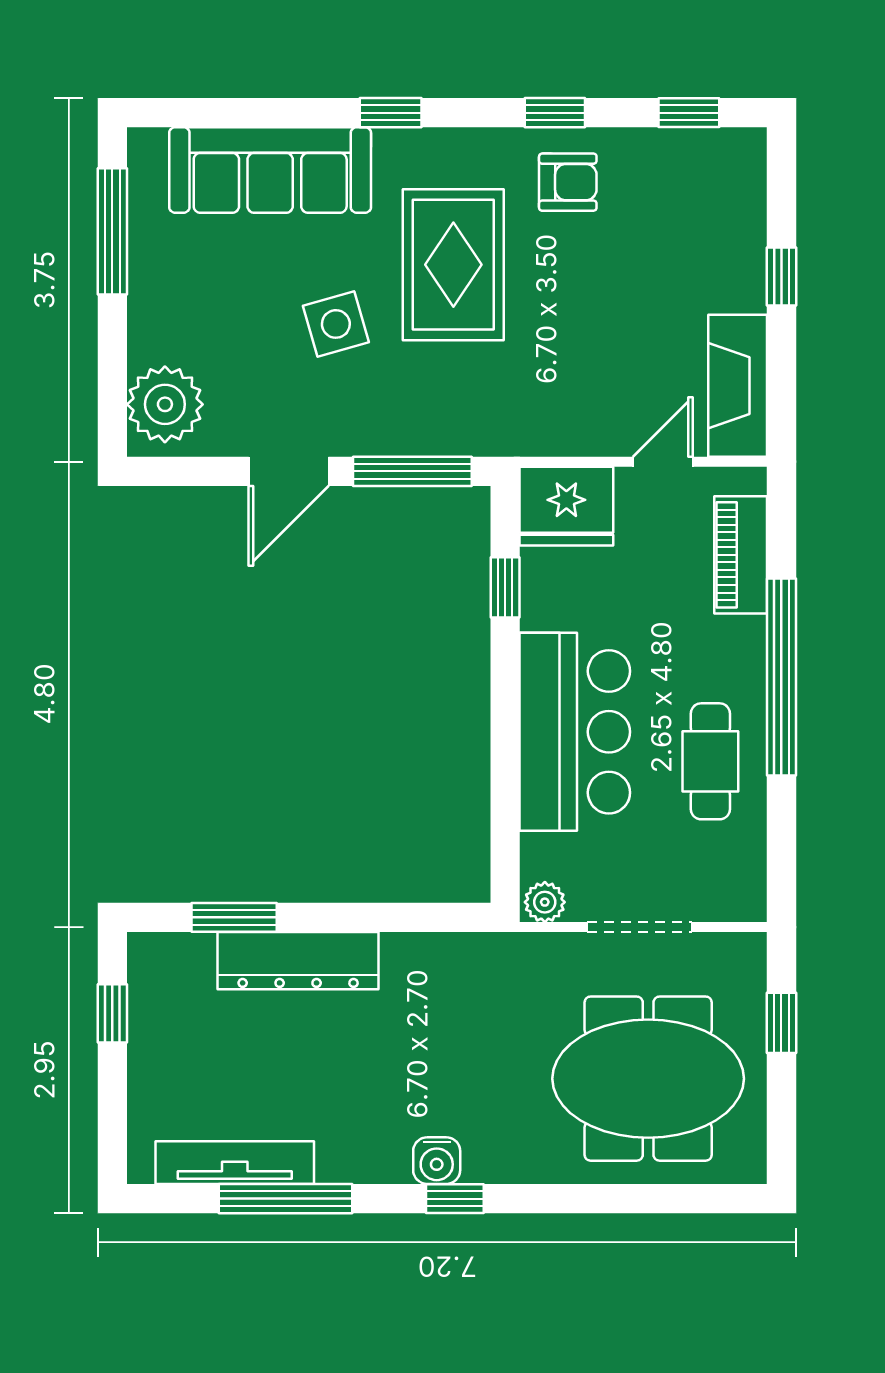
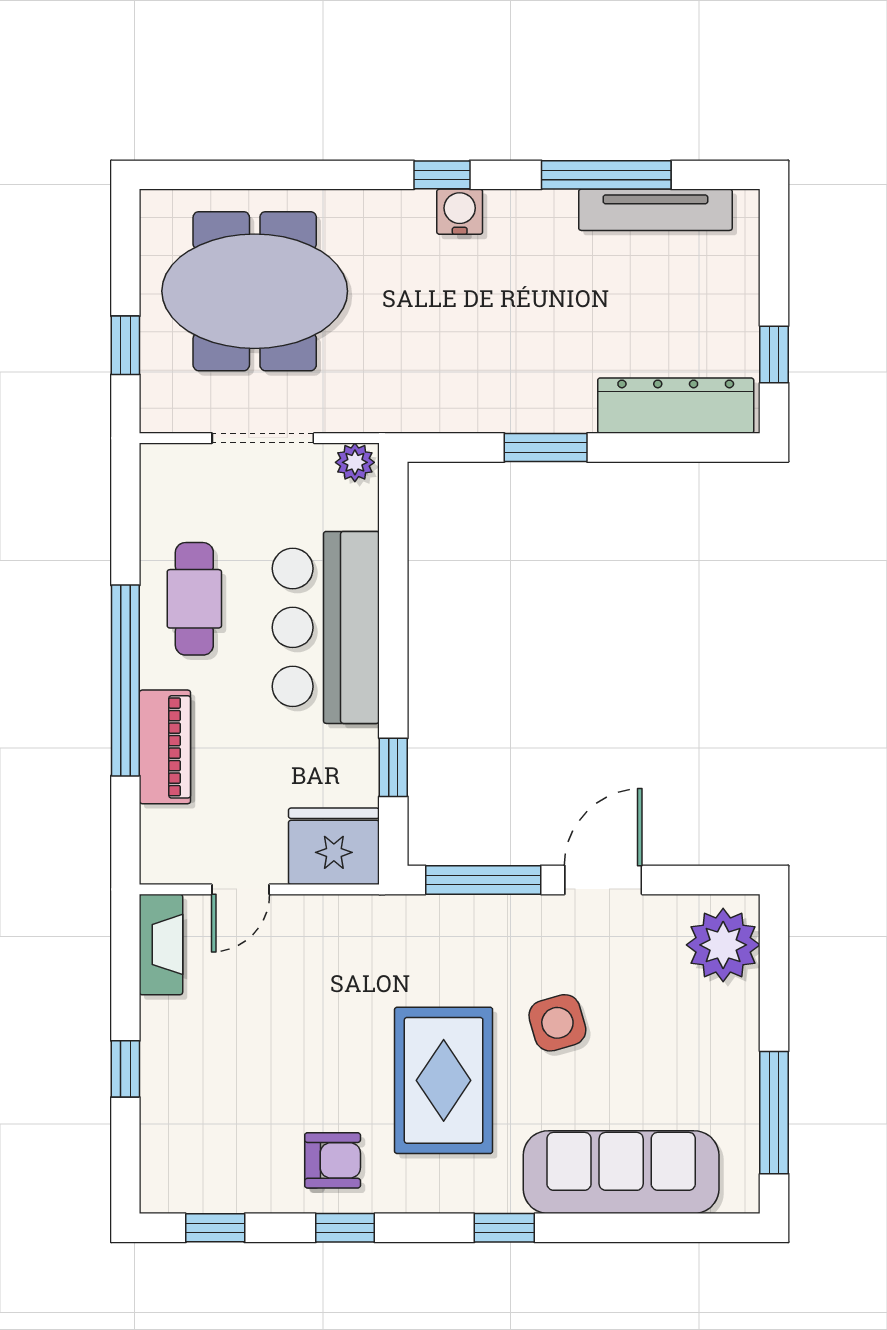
armchair: (568, 182) -> (333, 1160), turned 180
fireplace: (738, 386) -> (161, 944), width x0.73, depth x0.76
piano: (741, 555) -> (165, 747), moved
window: (234, 917) -> (546, 448), moved
dresser: (298, 961) -> (676, 406), moved

